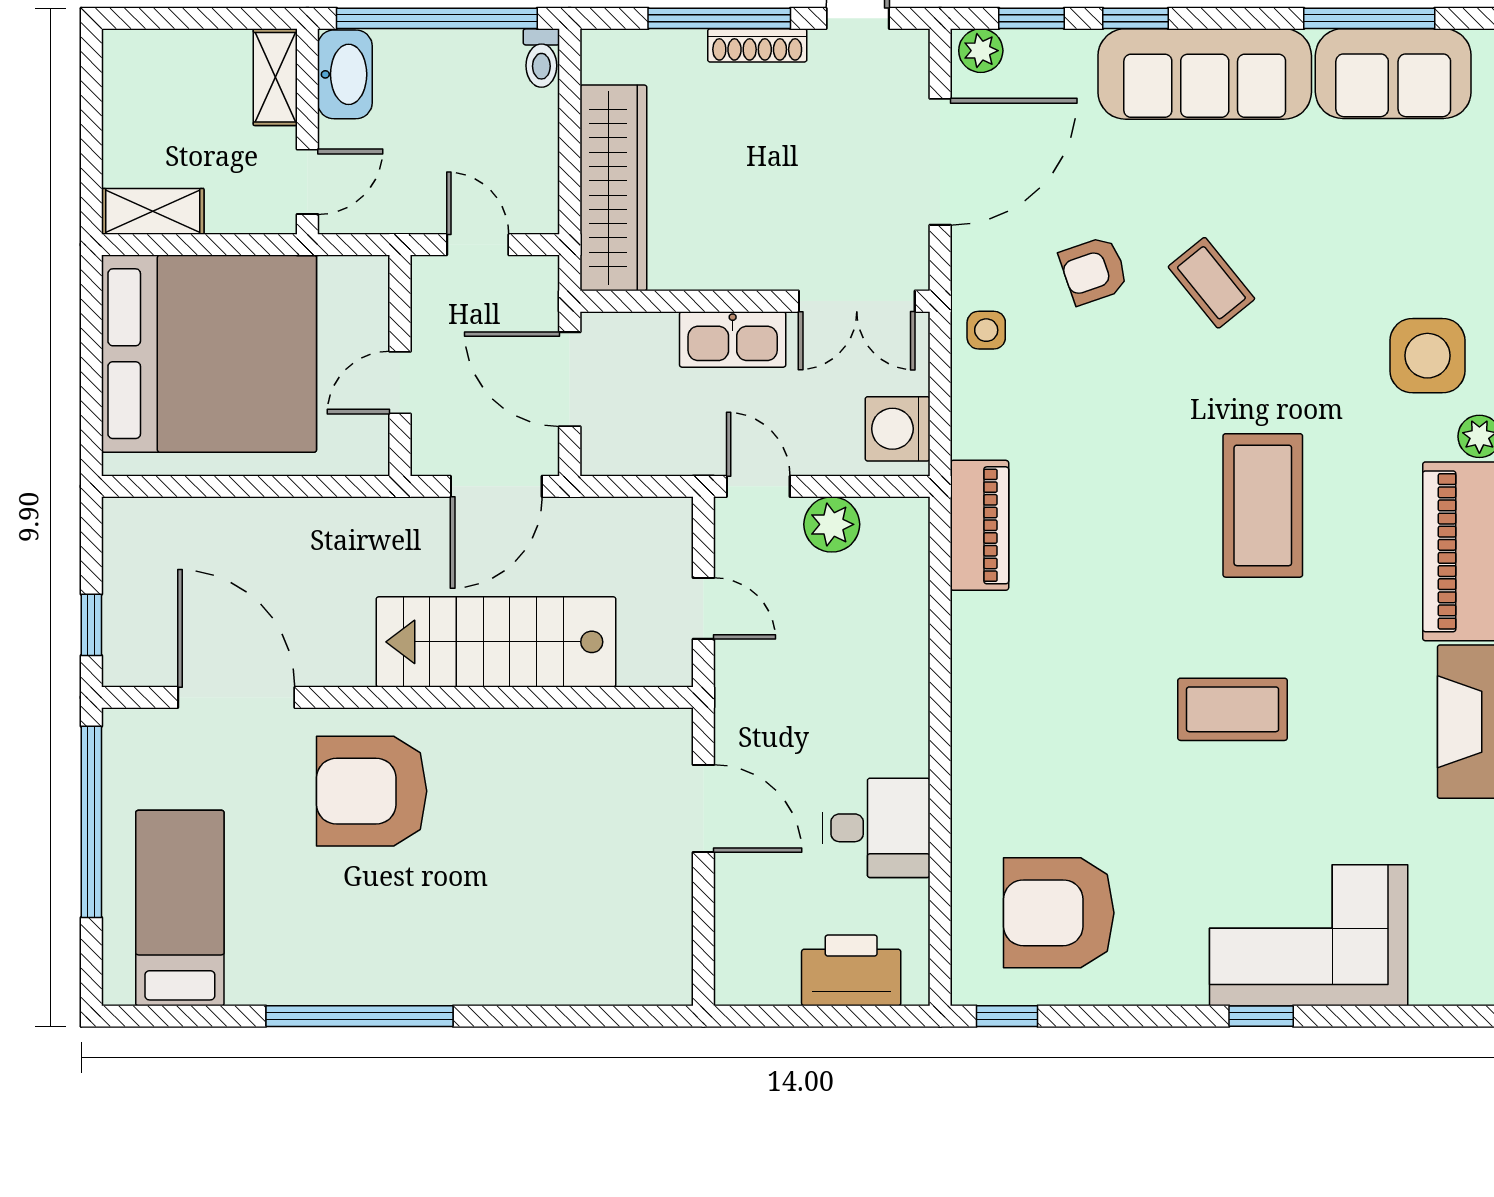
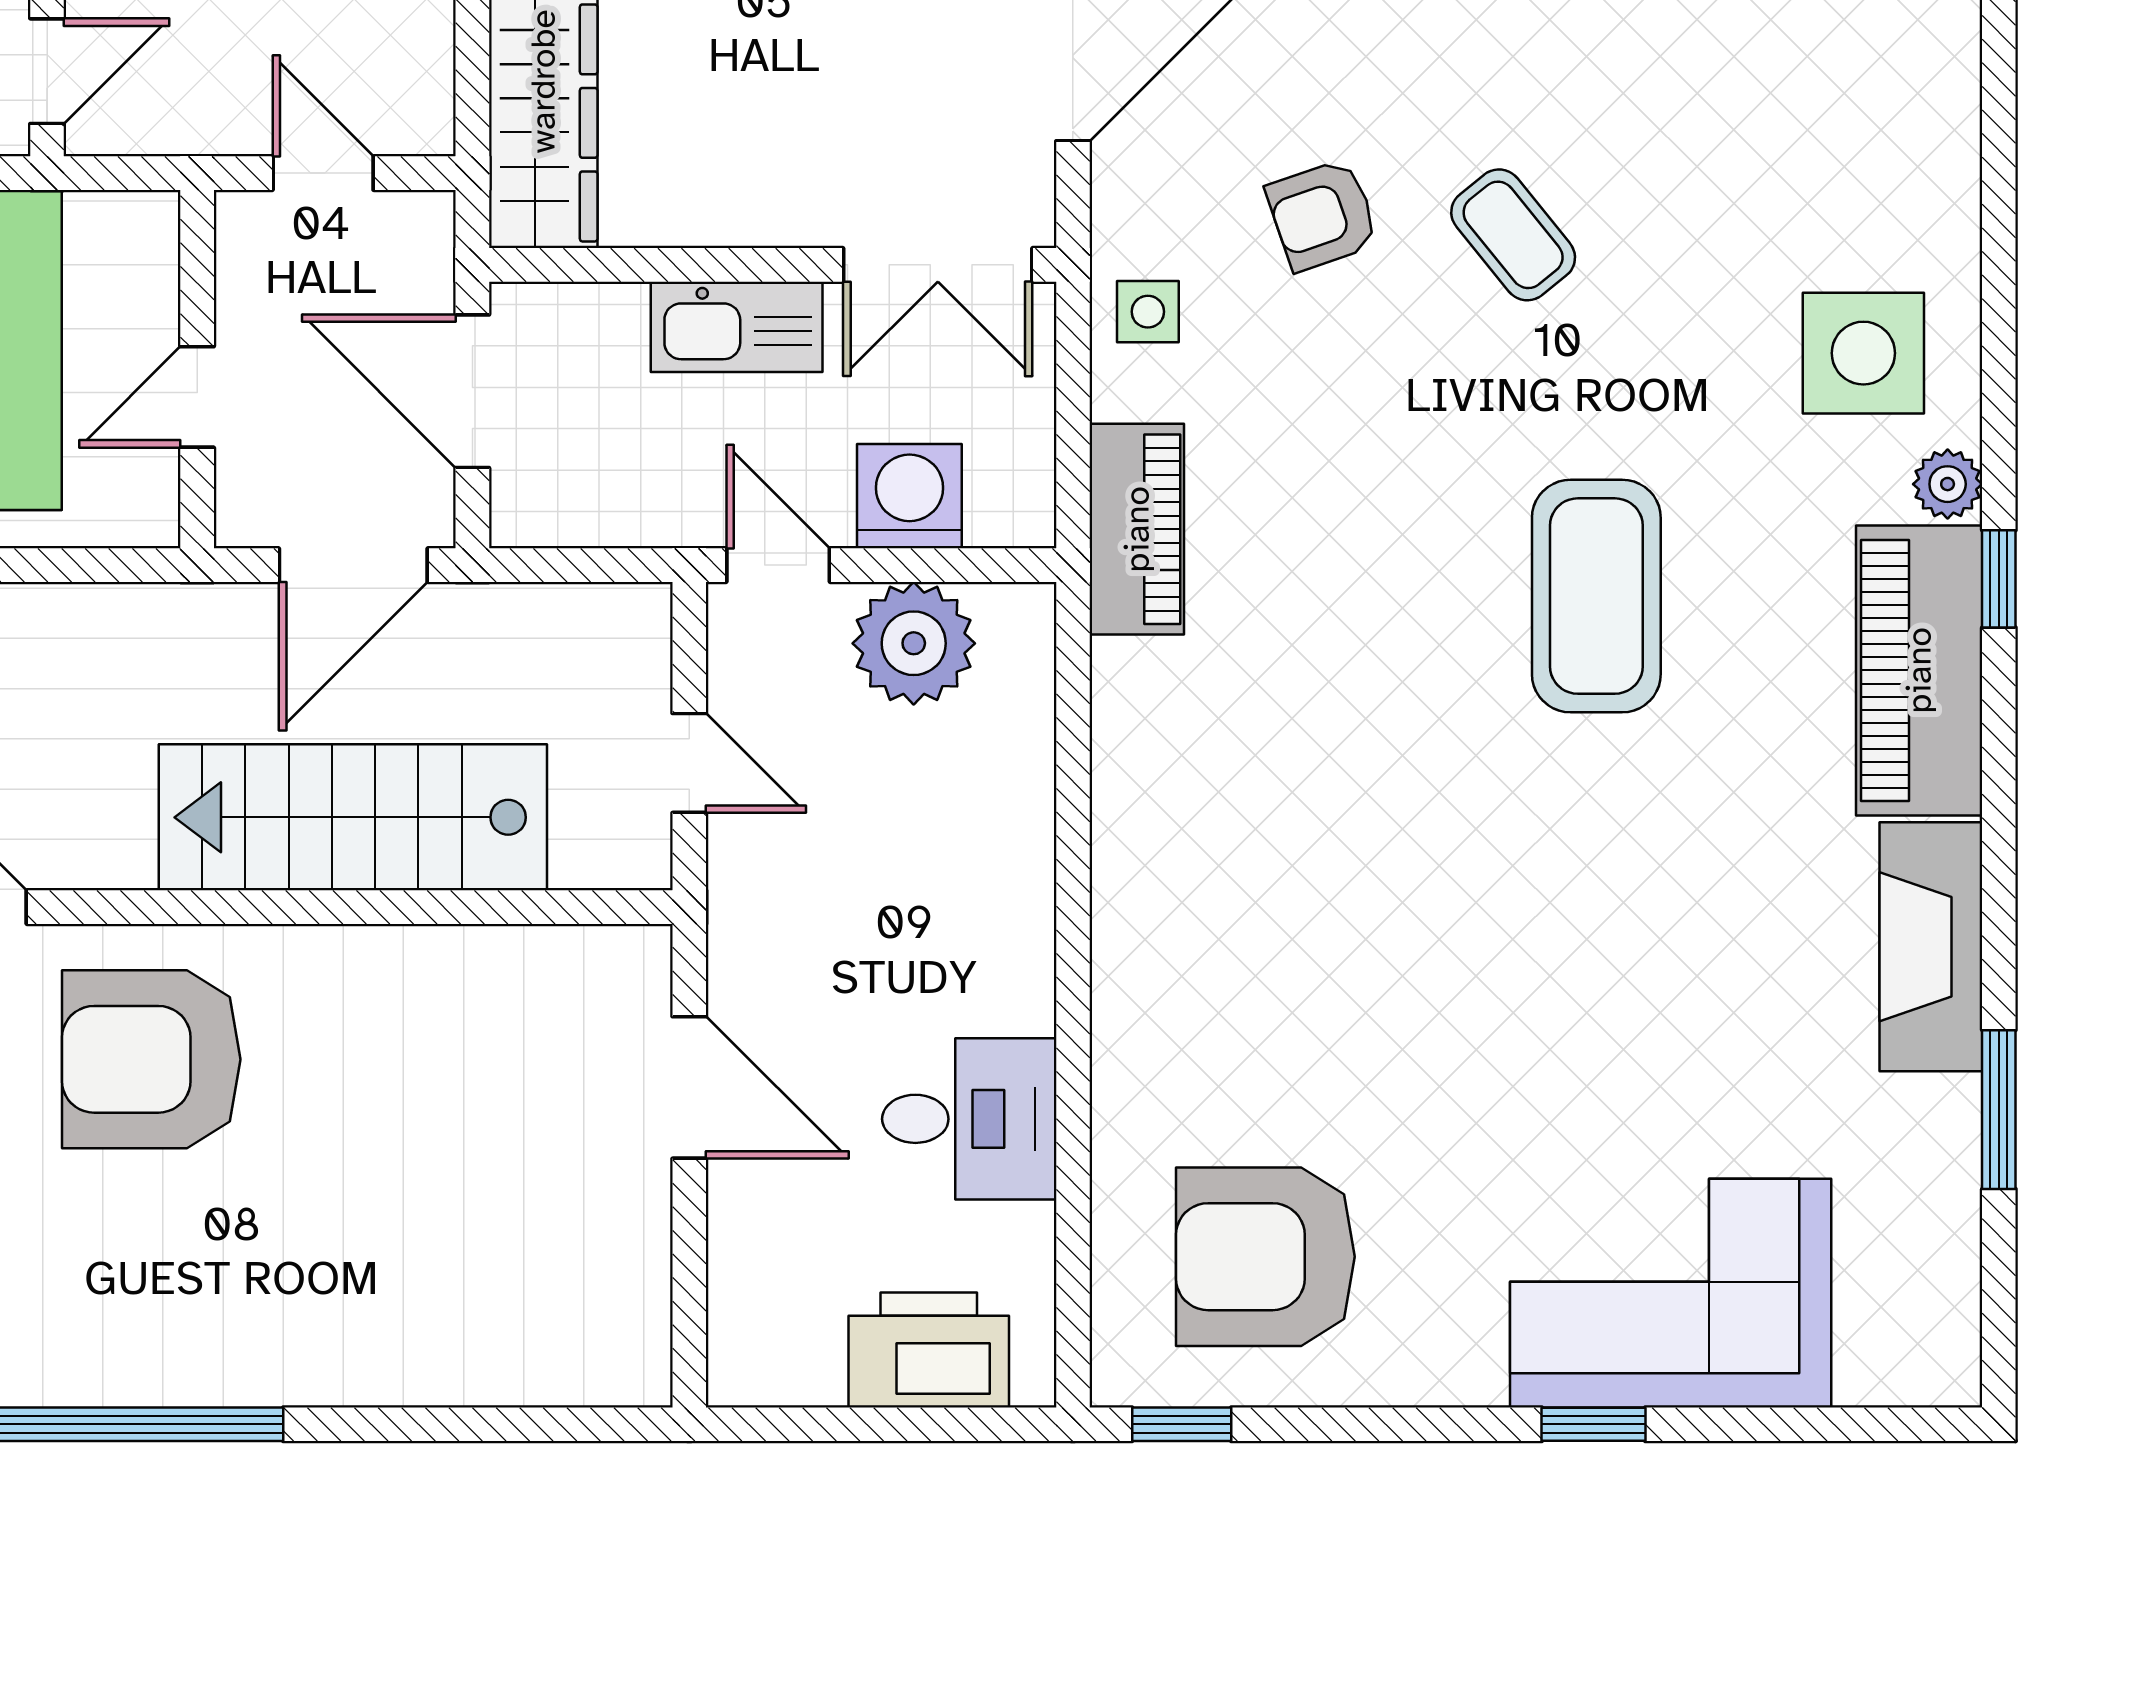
washing machine: (898, 429) -> (909, 496), moved, turned 90
plant: (832, 524) -> (914, 643), width x1.36, depth x1.36
piano: (979, 525) -> (1137, 529), moved
coffee table: (1233, 709) -> (1547, 927), removed

